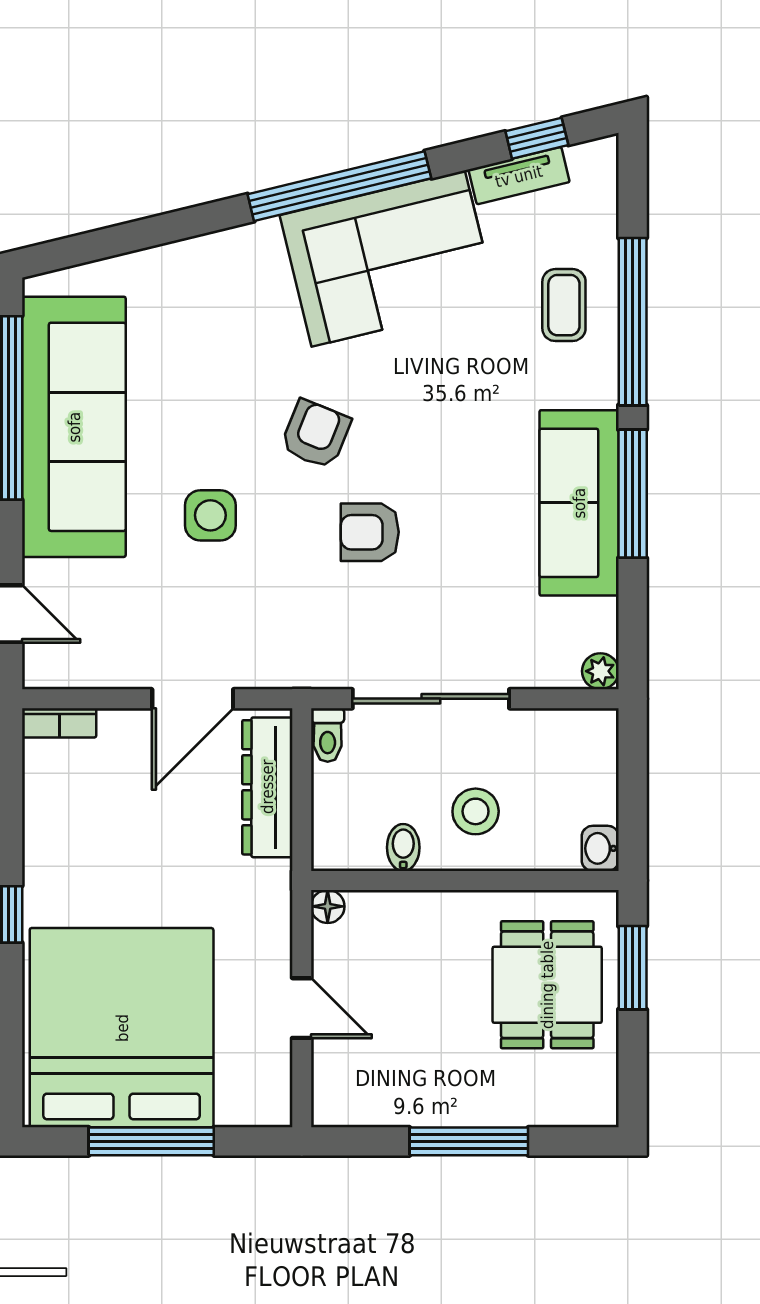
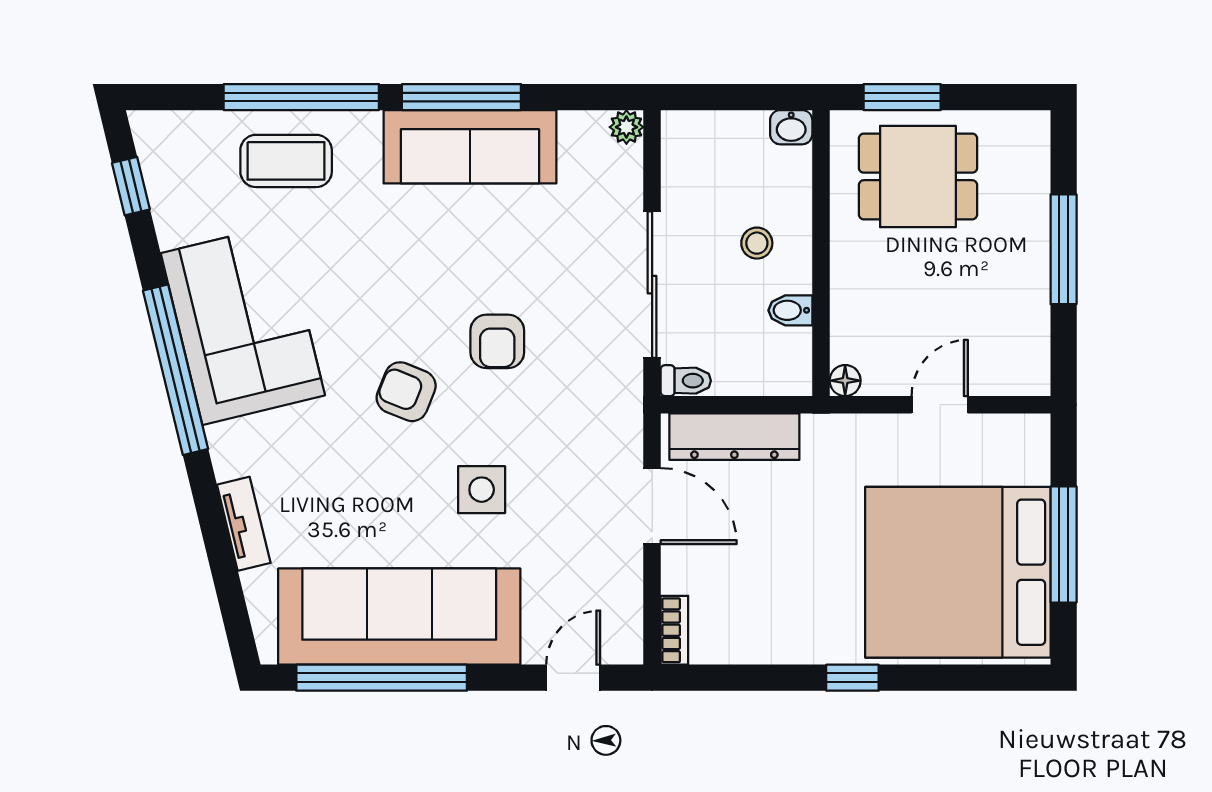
tv unit: (519, 176) -> (244, 524), moved
coffee table: (564, 305) -> (286, 161), width x1.36, depth x1.30
stool: (476, 811) -> (757, 243), width x0.73, depth x0.73

